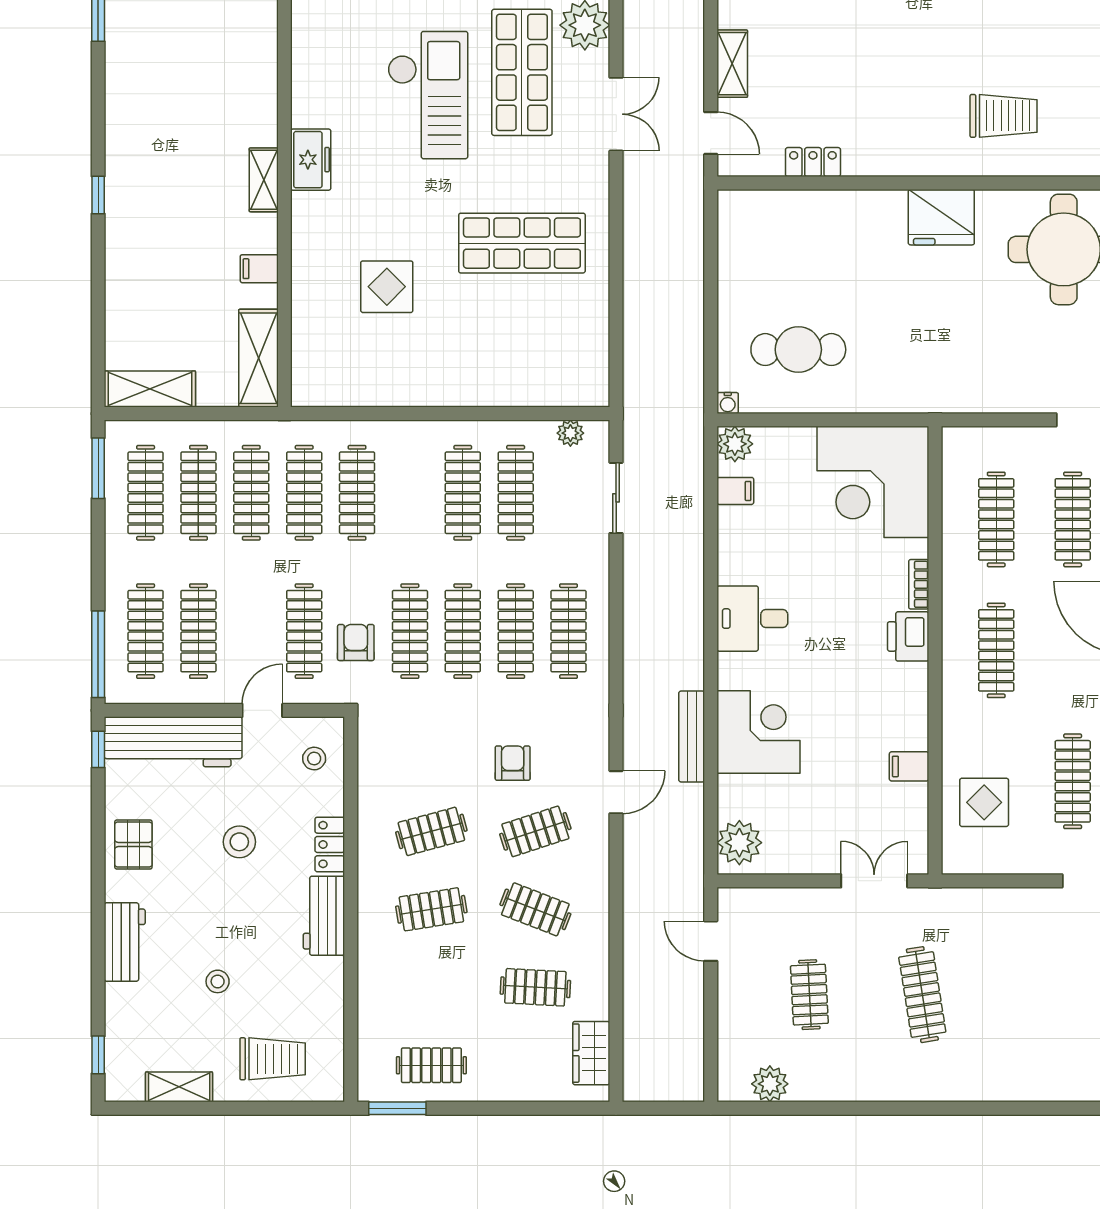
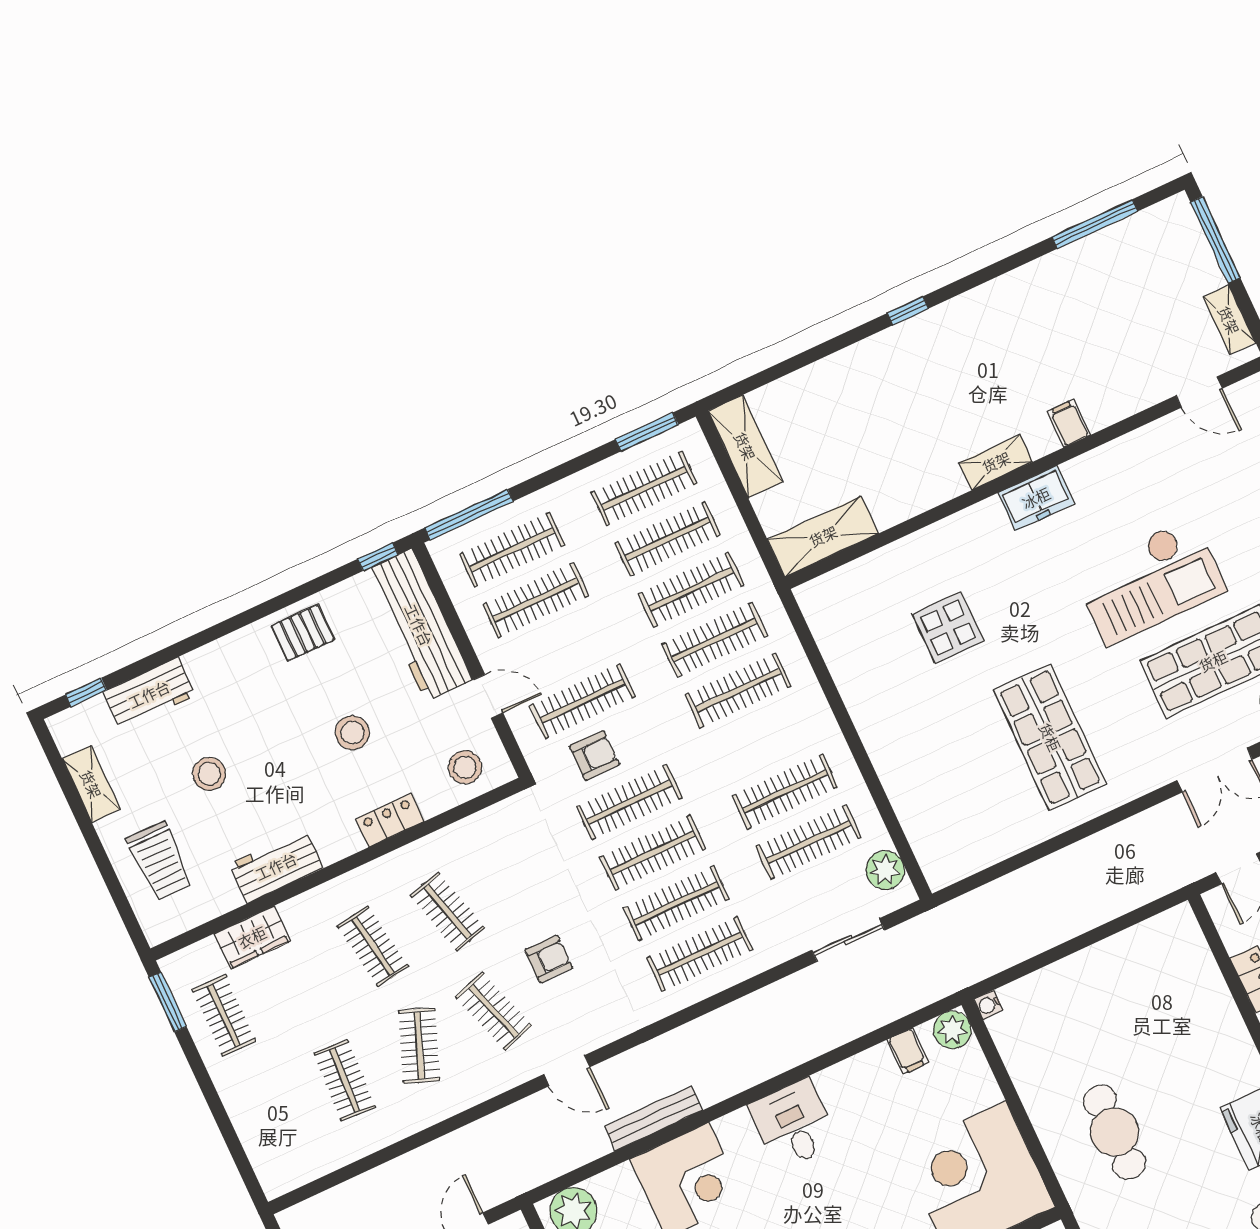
filing cabinet: (259, 269) -> (1069, 423), moved
cafe table: (798, 350) -> (1114, 1132), moved
plant: (570, 433) -> (885, 870), width x1.38, depth x1.38
stool: (314, 759) -> (465, 767), width x1.37, depth x1.37
workbench: (324, 916) -> (276, 866), moved
workbench: (125, 942) -> (149, 694), moved
stool: (218, 981) -> (209, 774), width x1.37, depth x1.37
wardrobe: (591, 1053) -> (252, 937), moved, turned 180

